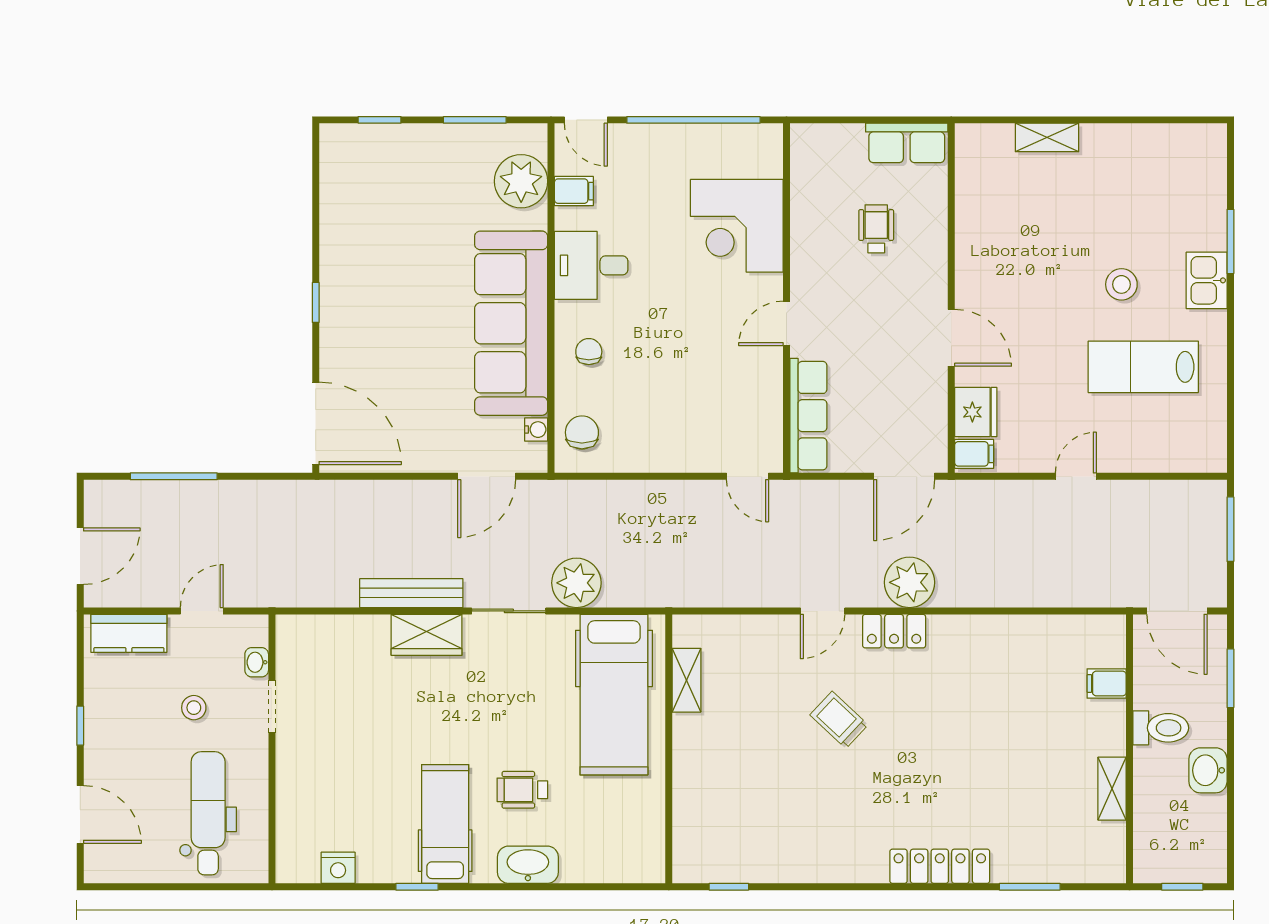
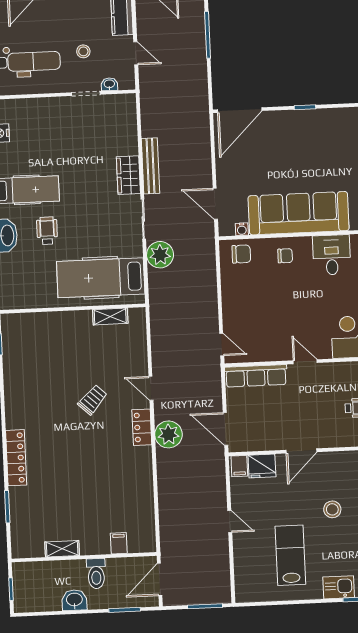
stool: (1121, 284) -> (332, 509), moved
door: (748, 476) -> (222, 344), swing flipped

